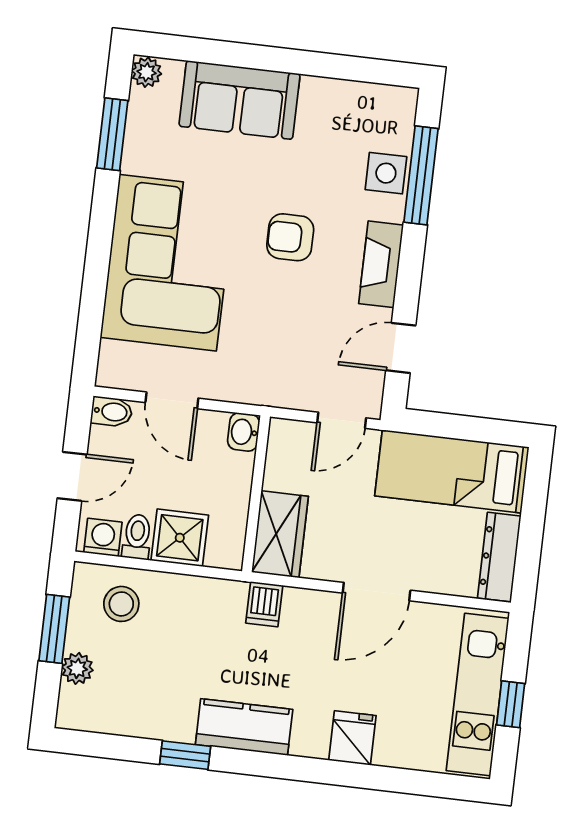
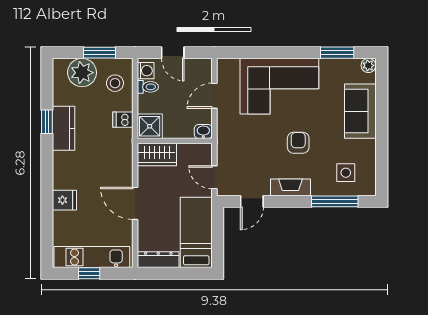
side table: (386, 173) -> (346, 173), moved
door: (401, 348) -> (252, 201), swing flipped
bidet: (112, 412) -> (206, 68), removed
shower: (180, 538) -> (150, 126), moved
dishwasher: (264, 604) -> (123, 120), moved
plant: (77, 668) -> (82, 73), width x1.87, depth x1.87
kitchen counter: (244, 727) -> (64, 128), moved

